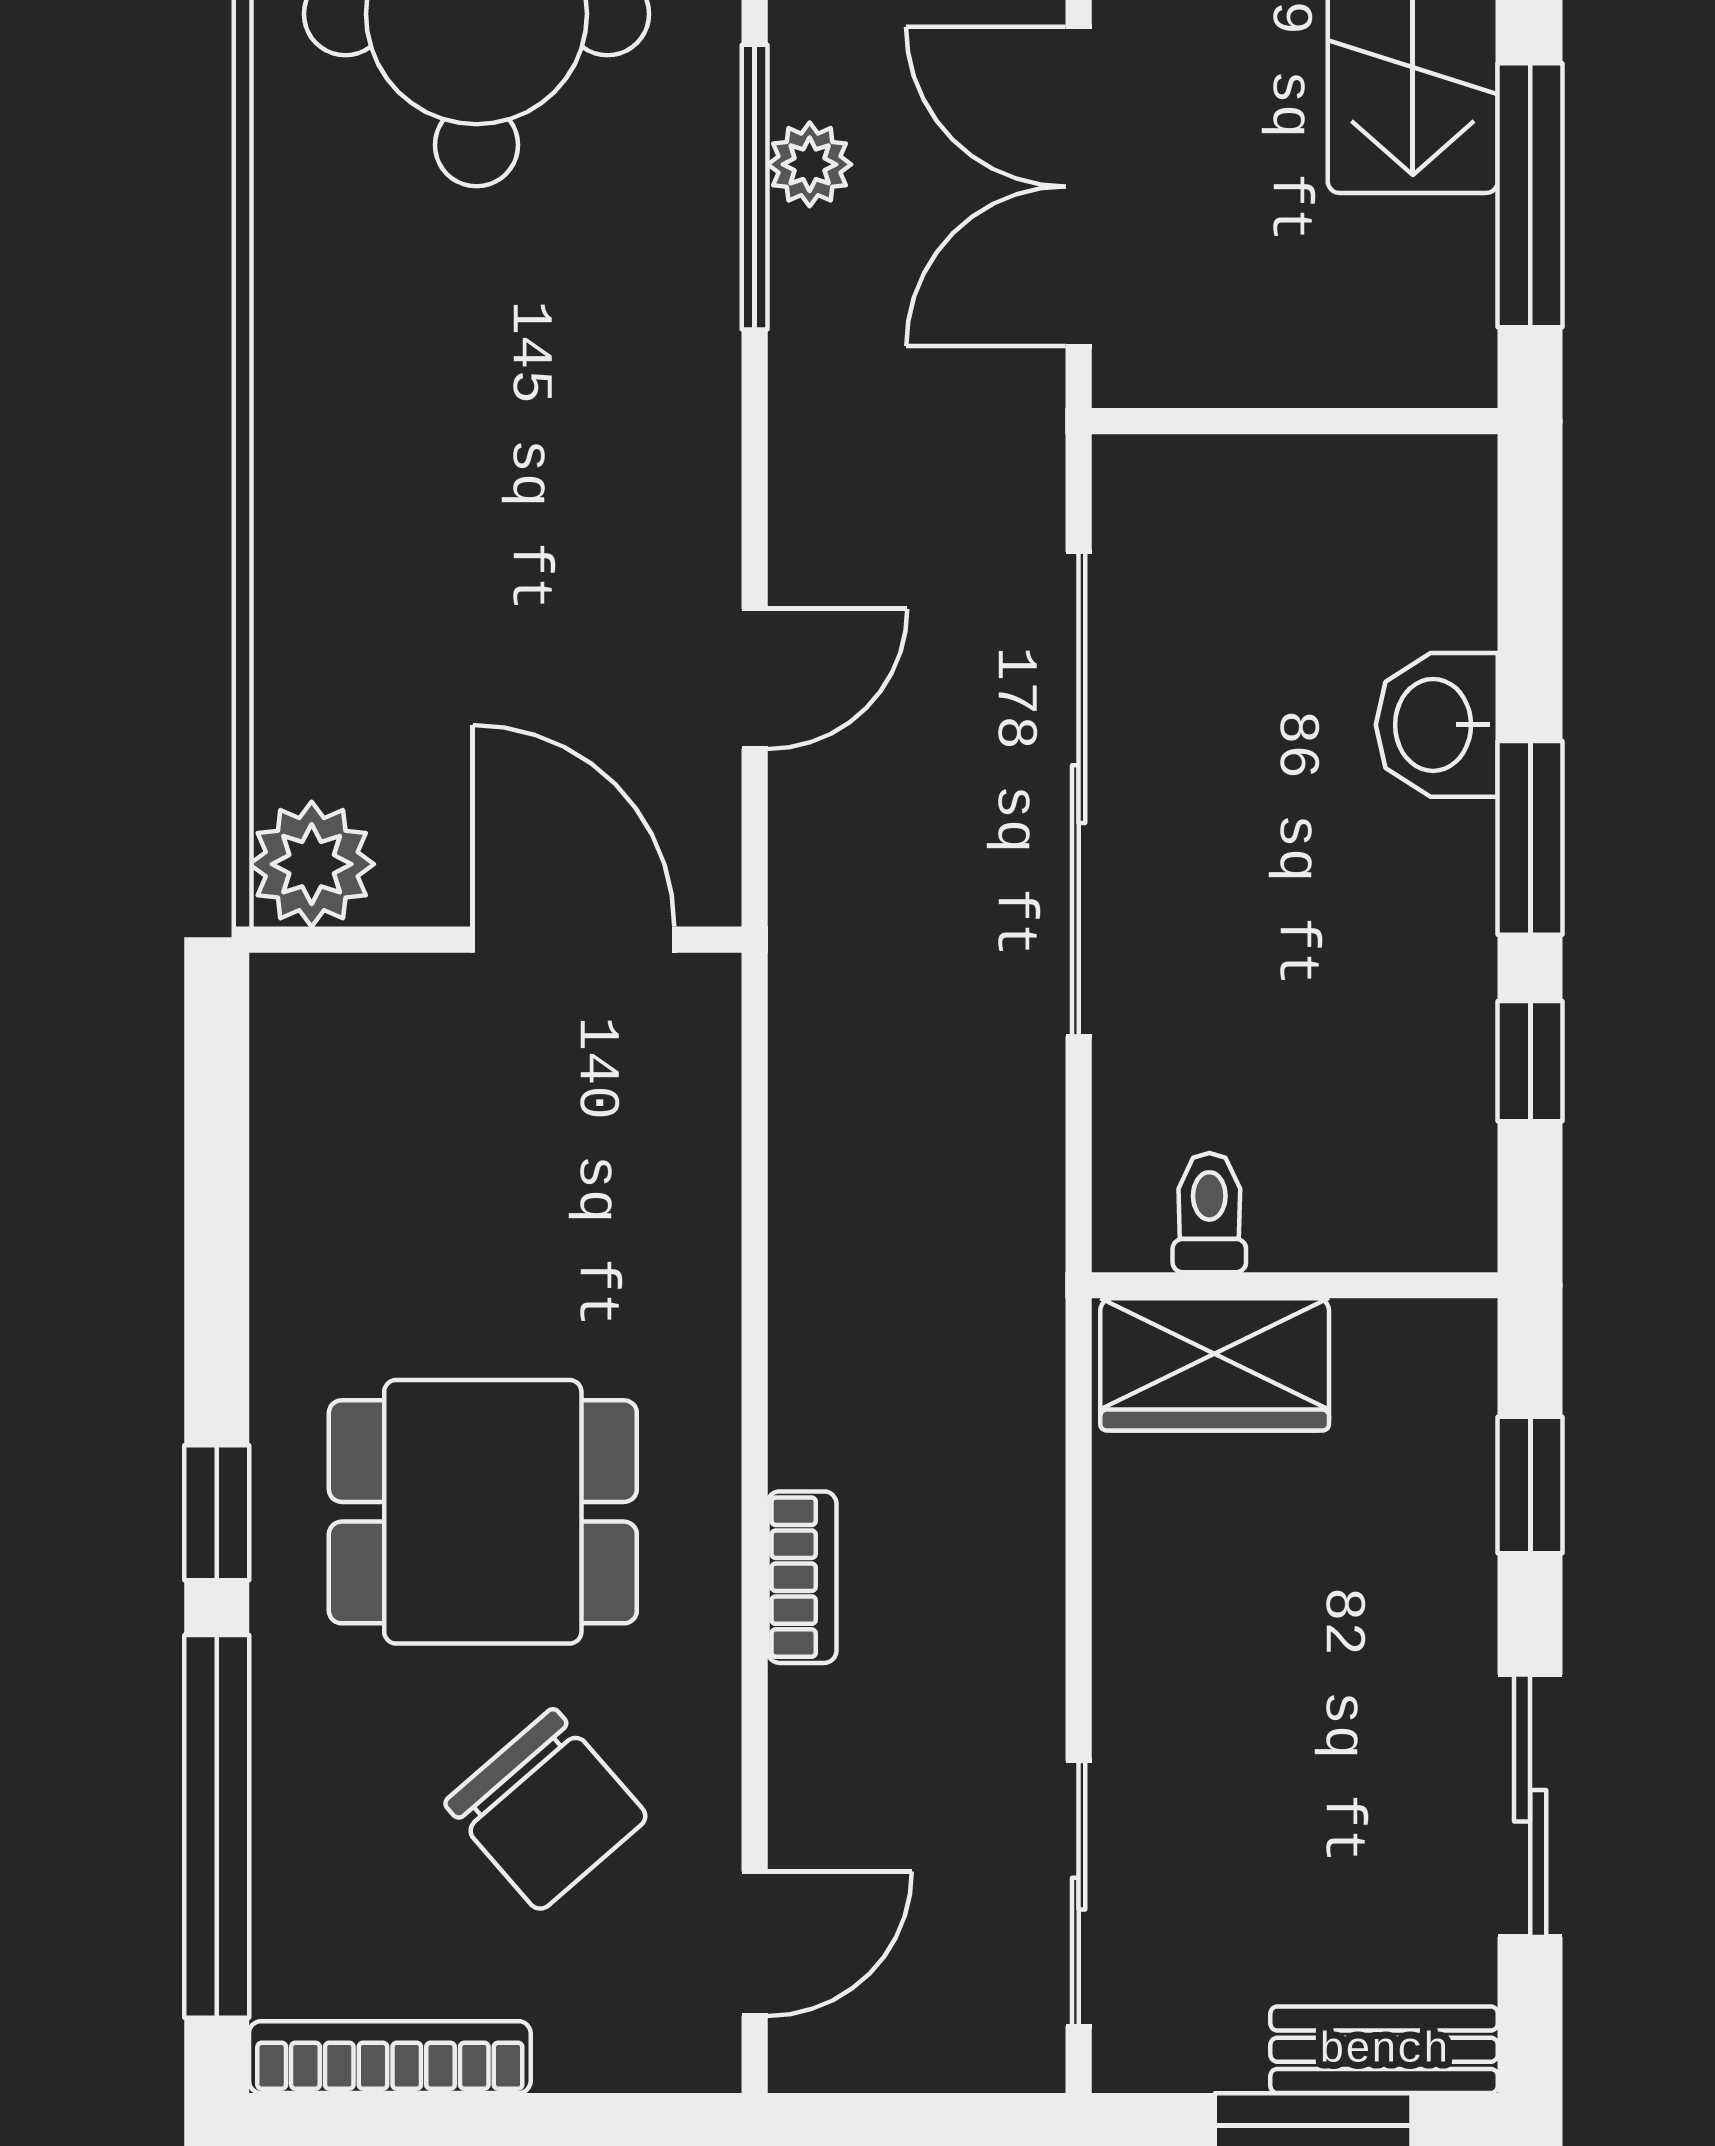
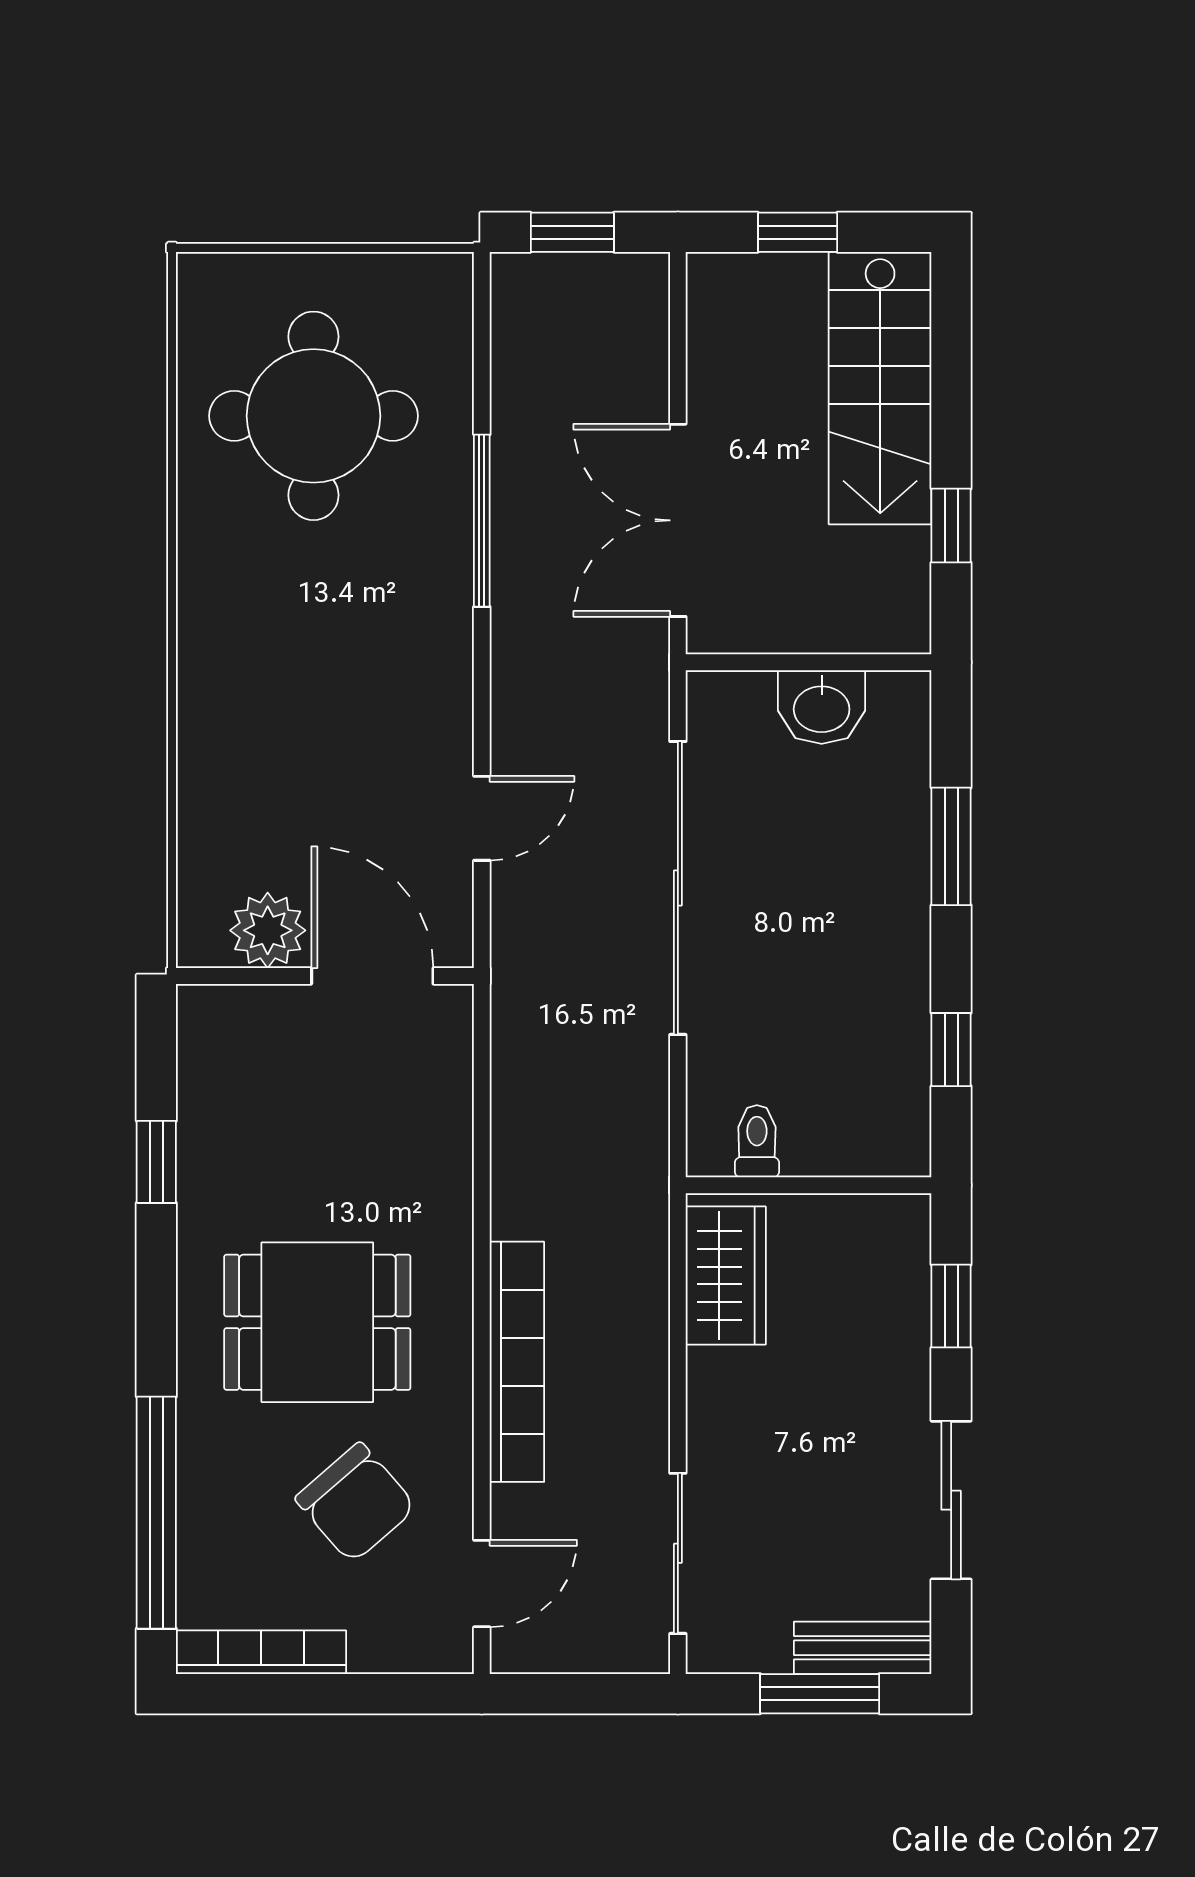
plant: (810, 164) -> (515, 507), removed
window: (1530, 195) -> (951, 526), width x0.46
washbasin: (1437, 725) -> (822, 707), moved, turned -90
window: (1530, 838) -> (951, 846), moved
plant: (312, 864) -> (268, 930), moved
wardrobe: (1215, 1364) -> (726, 1275), moved, turned -90
window: (217, 1513) -> (156, 1162), moved
bookcase: (802, 1577) -> (517, 1362), width x2.31, depth x1.31

